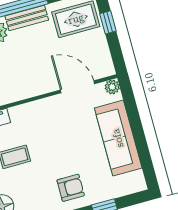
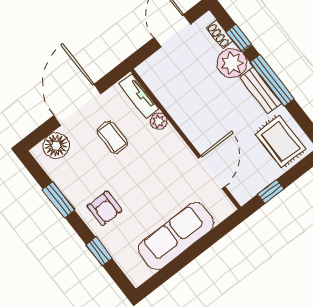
window: (108, 22) -> (271, 192), moved
plant: (112, 87) -> (159, 121), moved

